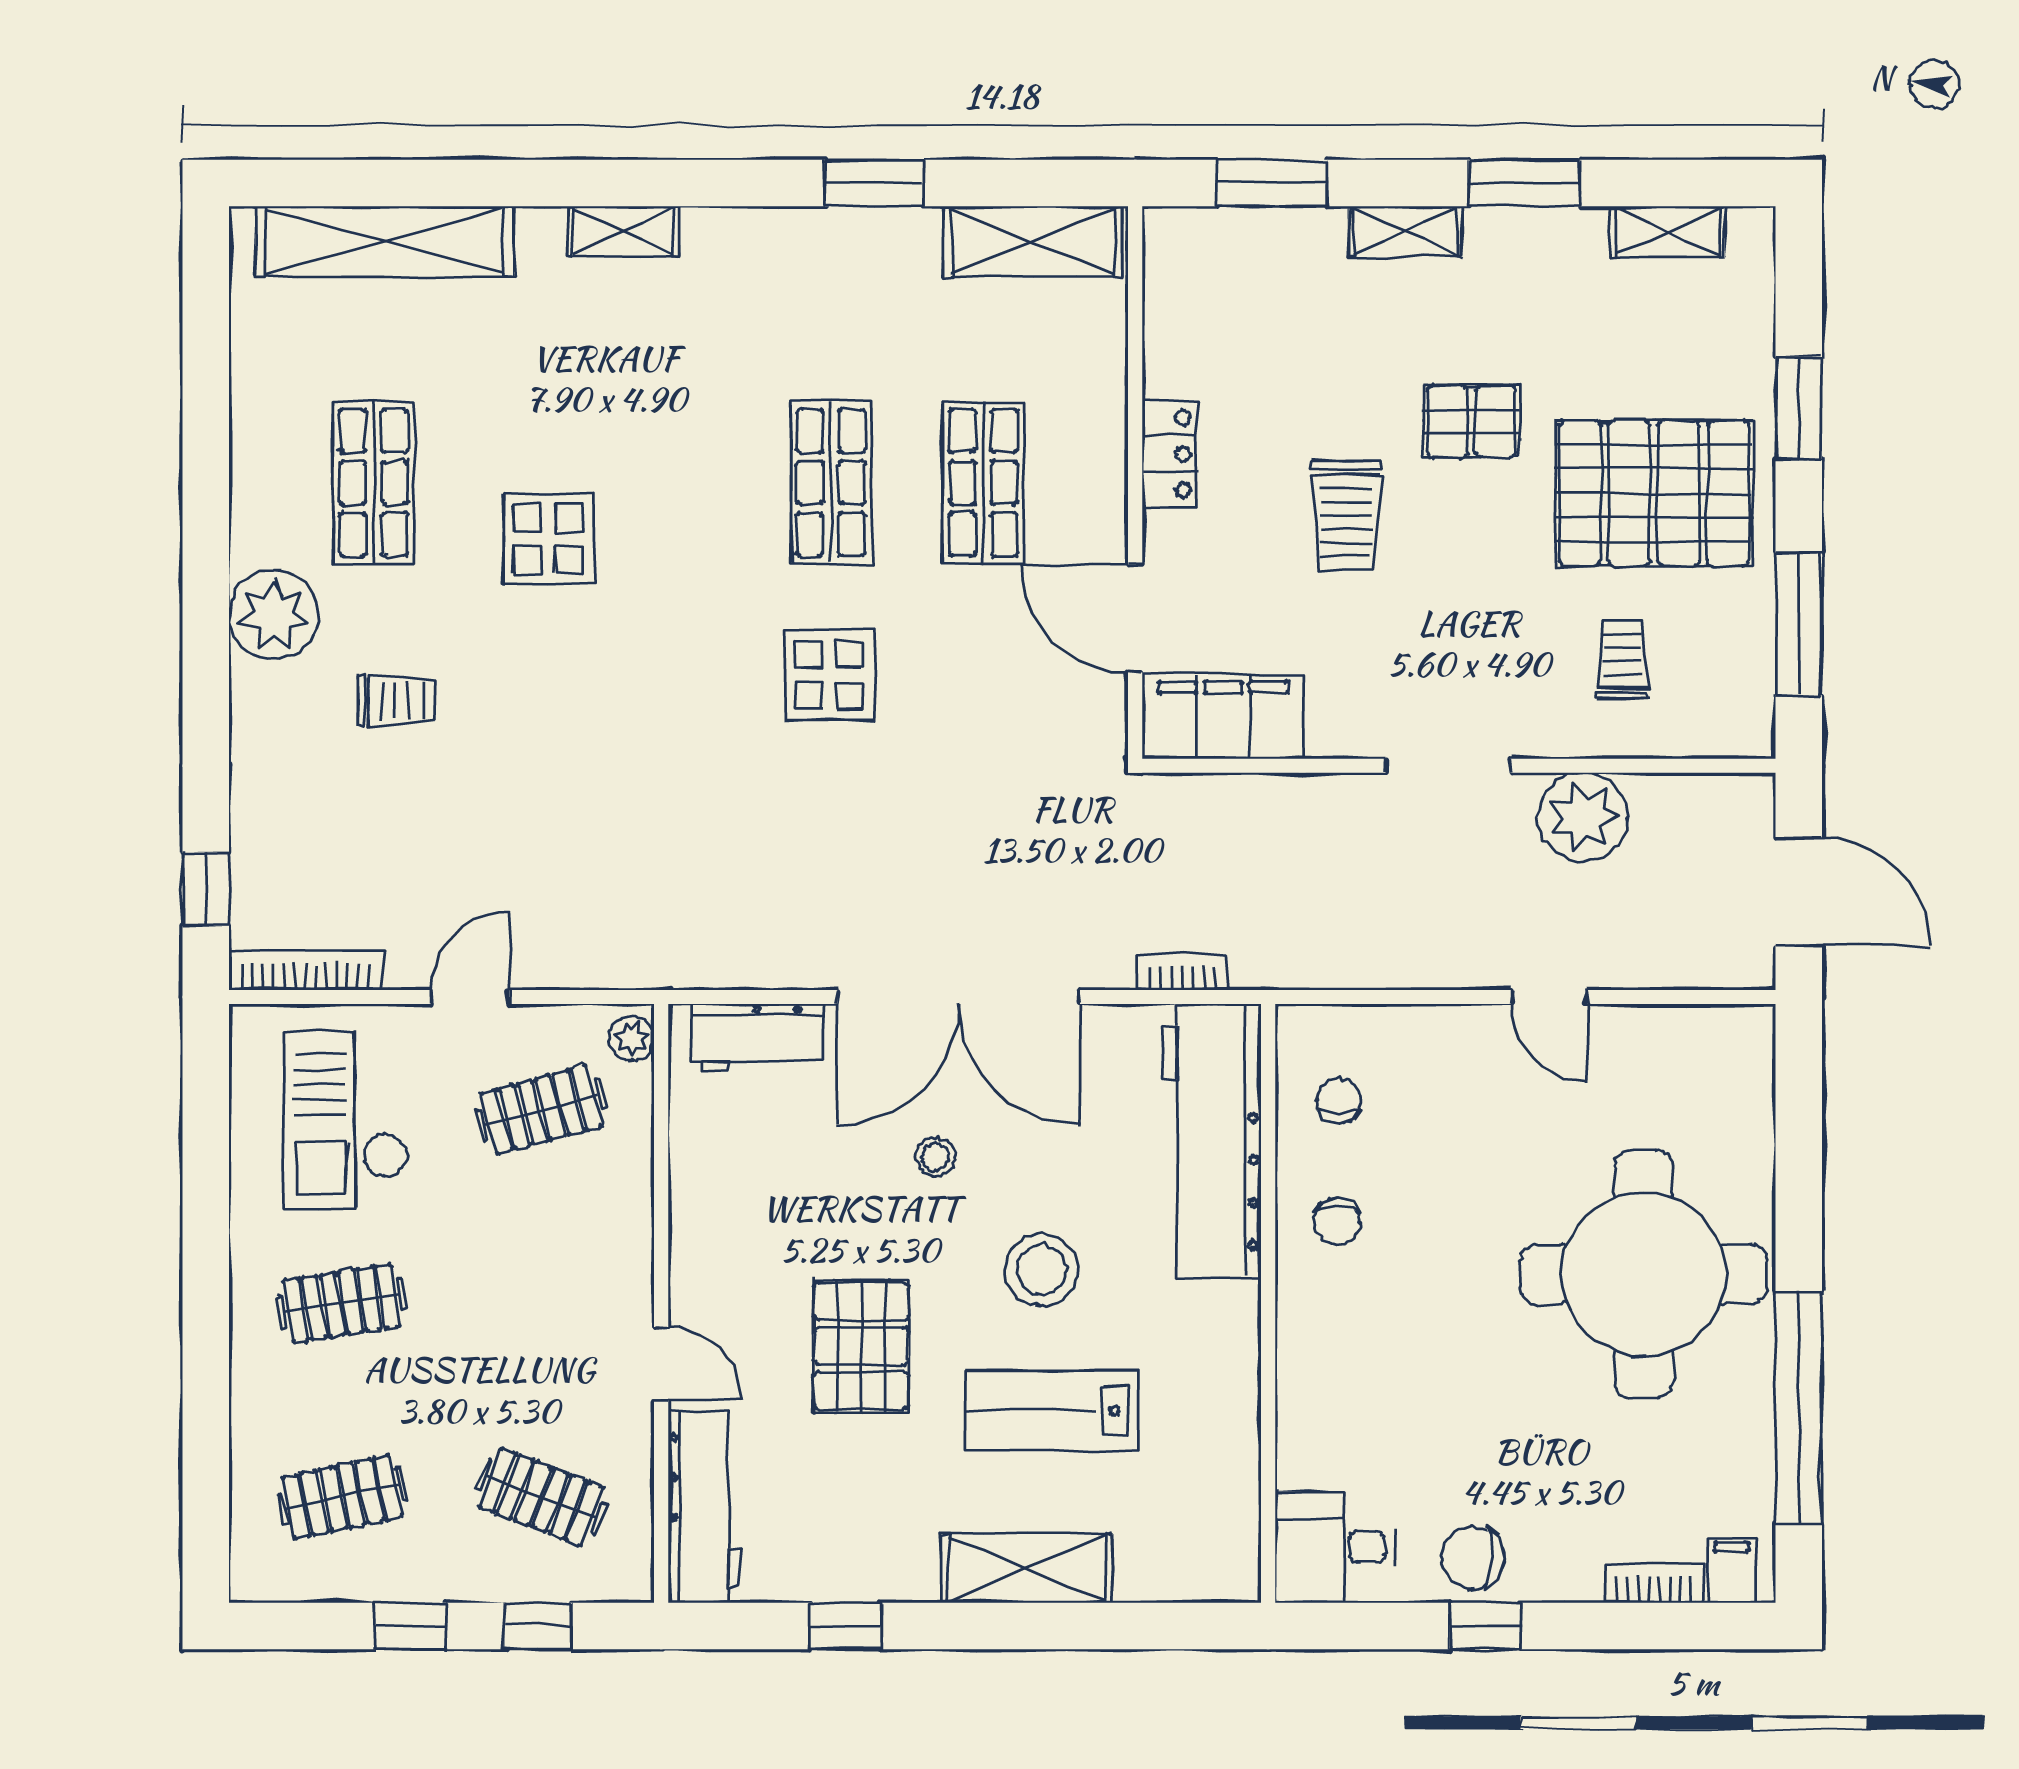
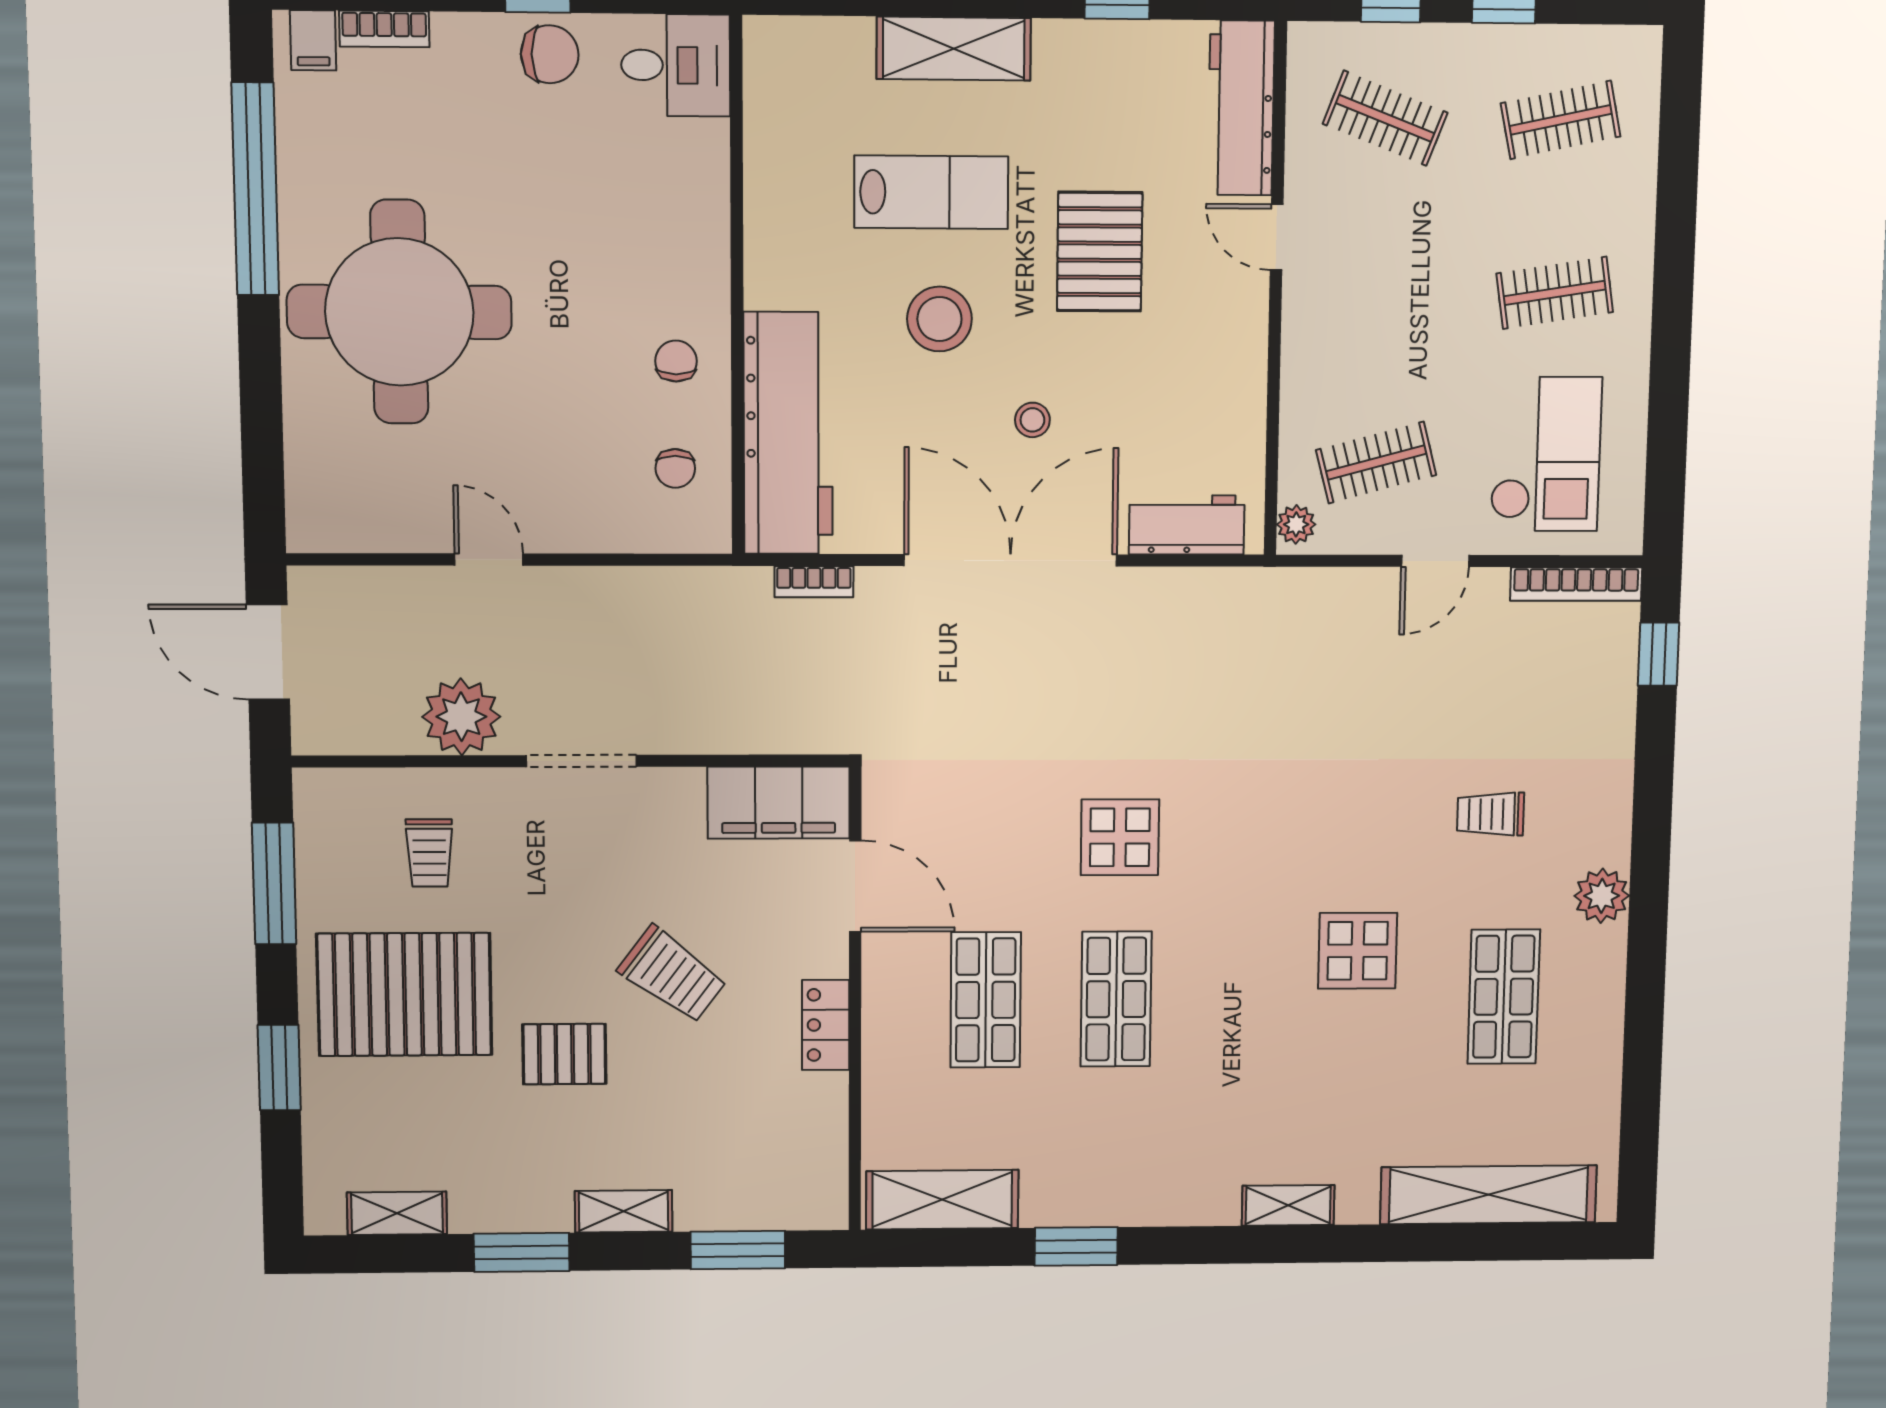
trolley: (1346, 515) -> (672, 975), turned 127
plant: (274, 615) -> (1602, 896), width x0.73, depth x0.73

